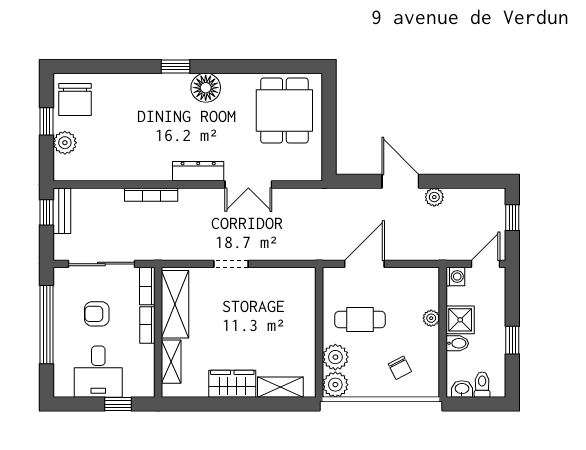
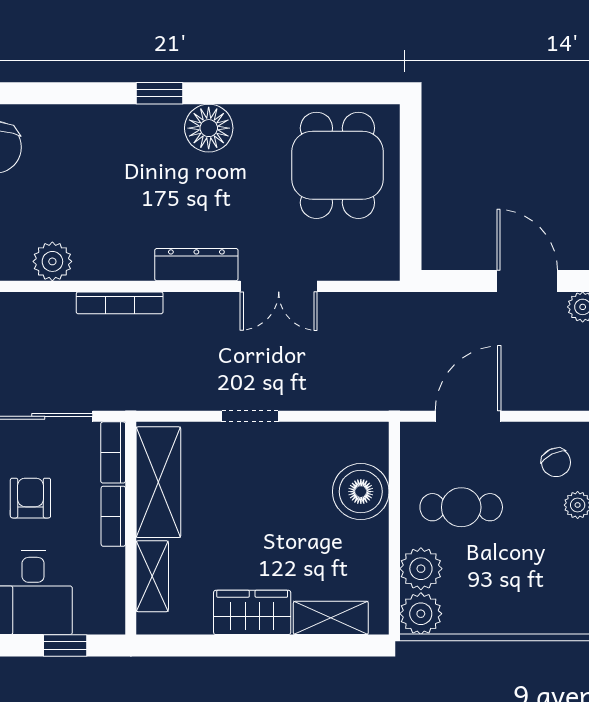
plant: (110, 169) -> (52, 261), added
boiler: (299, 310) -> (361, 492), added
armchair: (97, 314) -> (30, 498), turned 90
chair: (400, 368) -> (556, 462), moved

